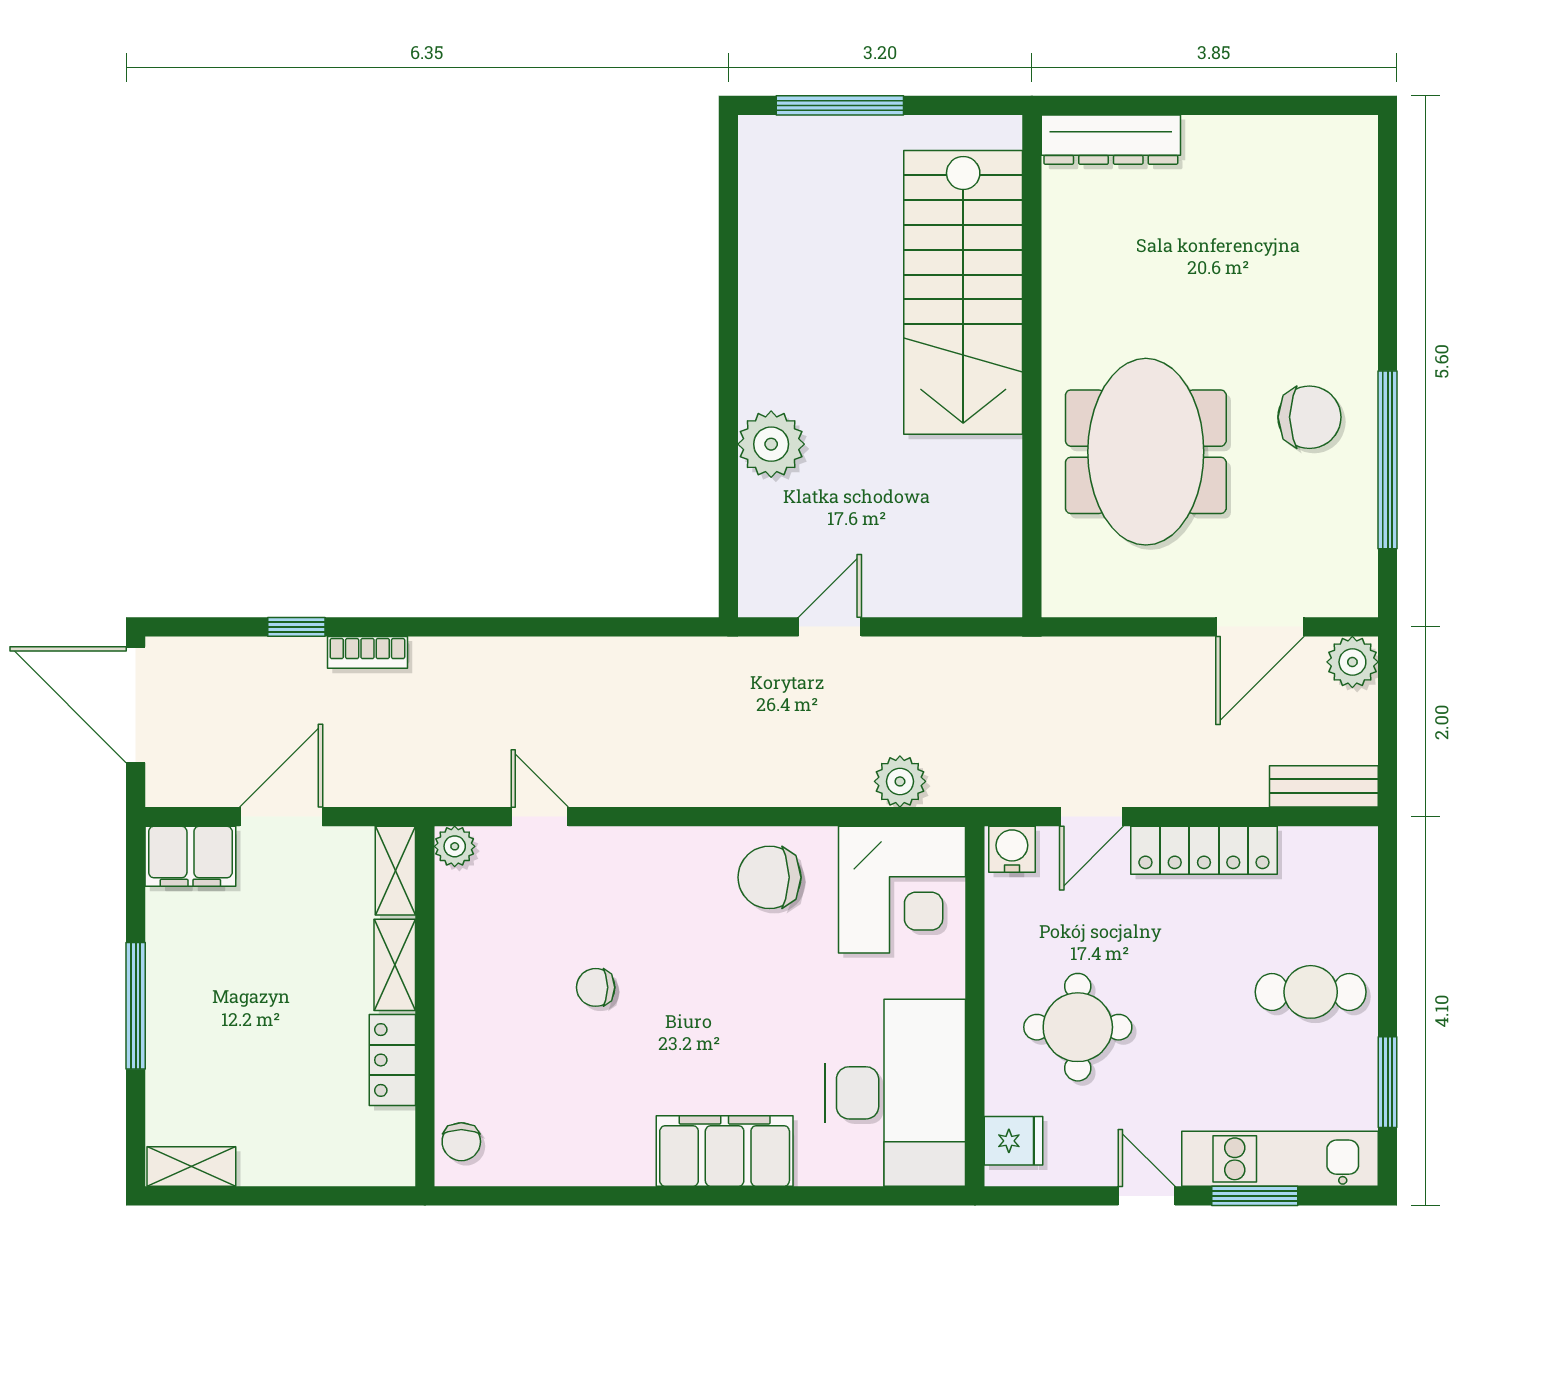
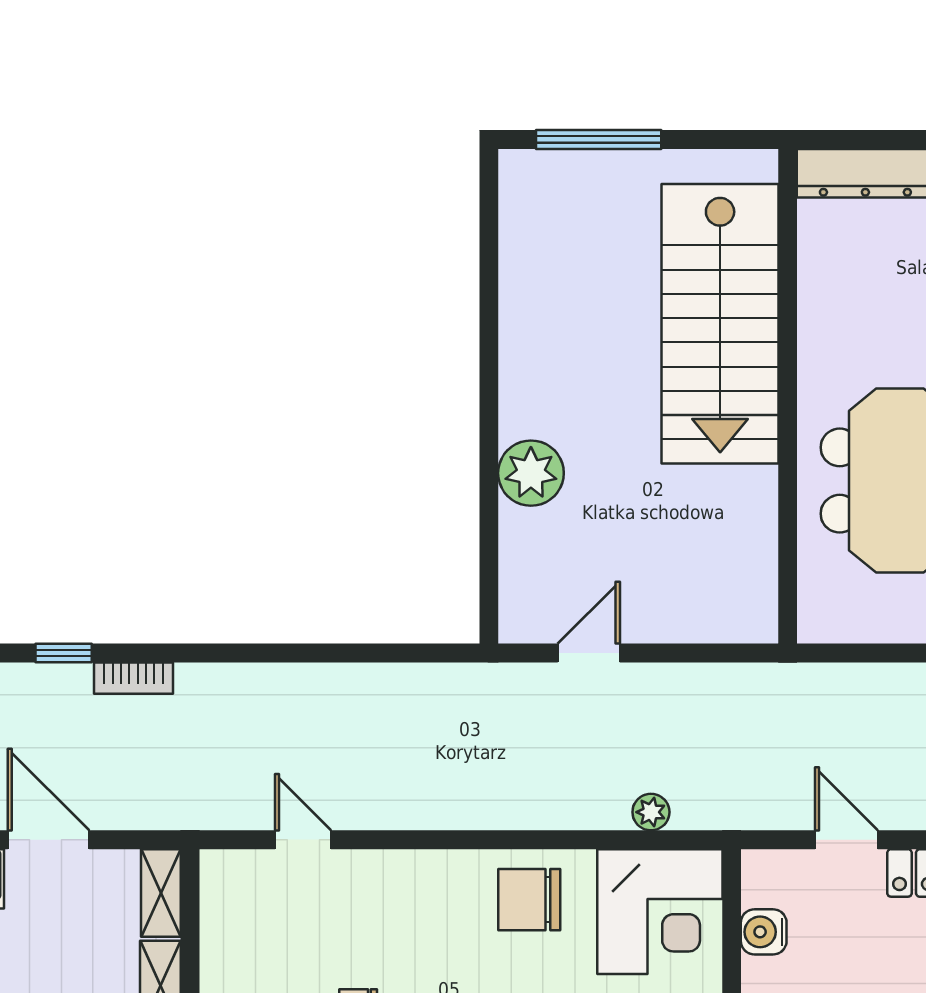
plant: (900, 781) -> (651, 812), width x0.73, depth x0.73
door: (281, 817) -> (48, 840), hinge flipped
door: (1092, 817) -> (846, 840), swing flipped
plant: (455, 846) -> (219, 869), removed
water cooler: (1012, 849) -> (764, 932), moved, turned -90

